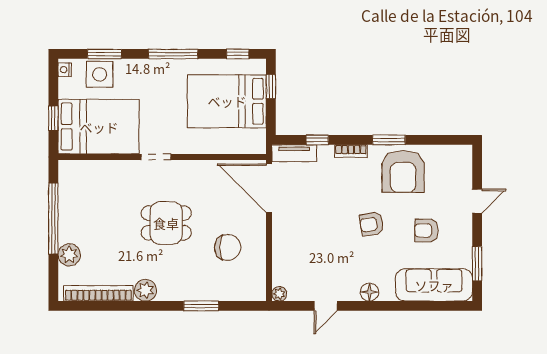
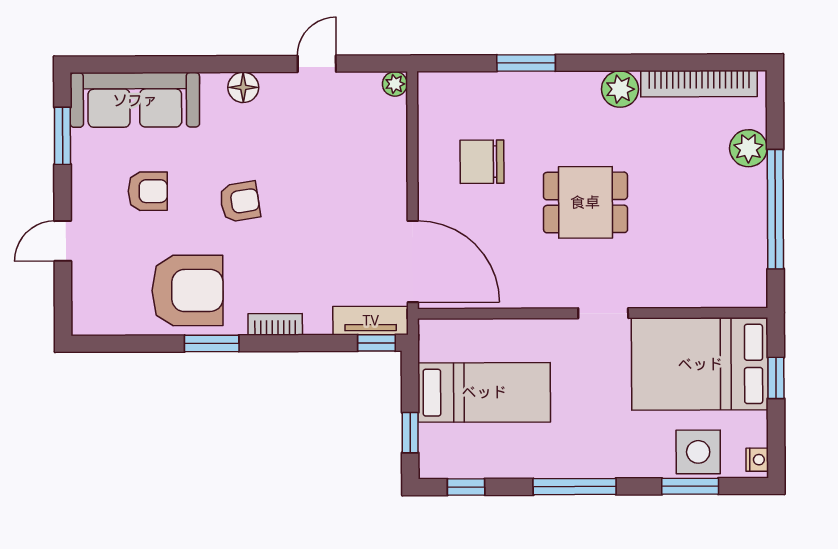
bed: (227, 101) -> (484, 392), width x0.67
window: (317, 140) -> (376, 343), moved
armchair: (403, 171) -> (187, 290), turned 90

